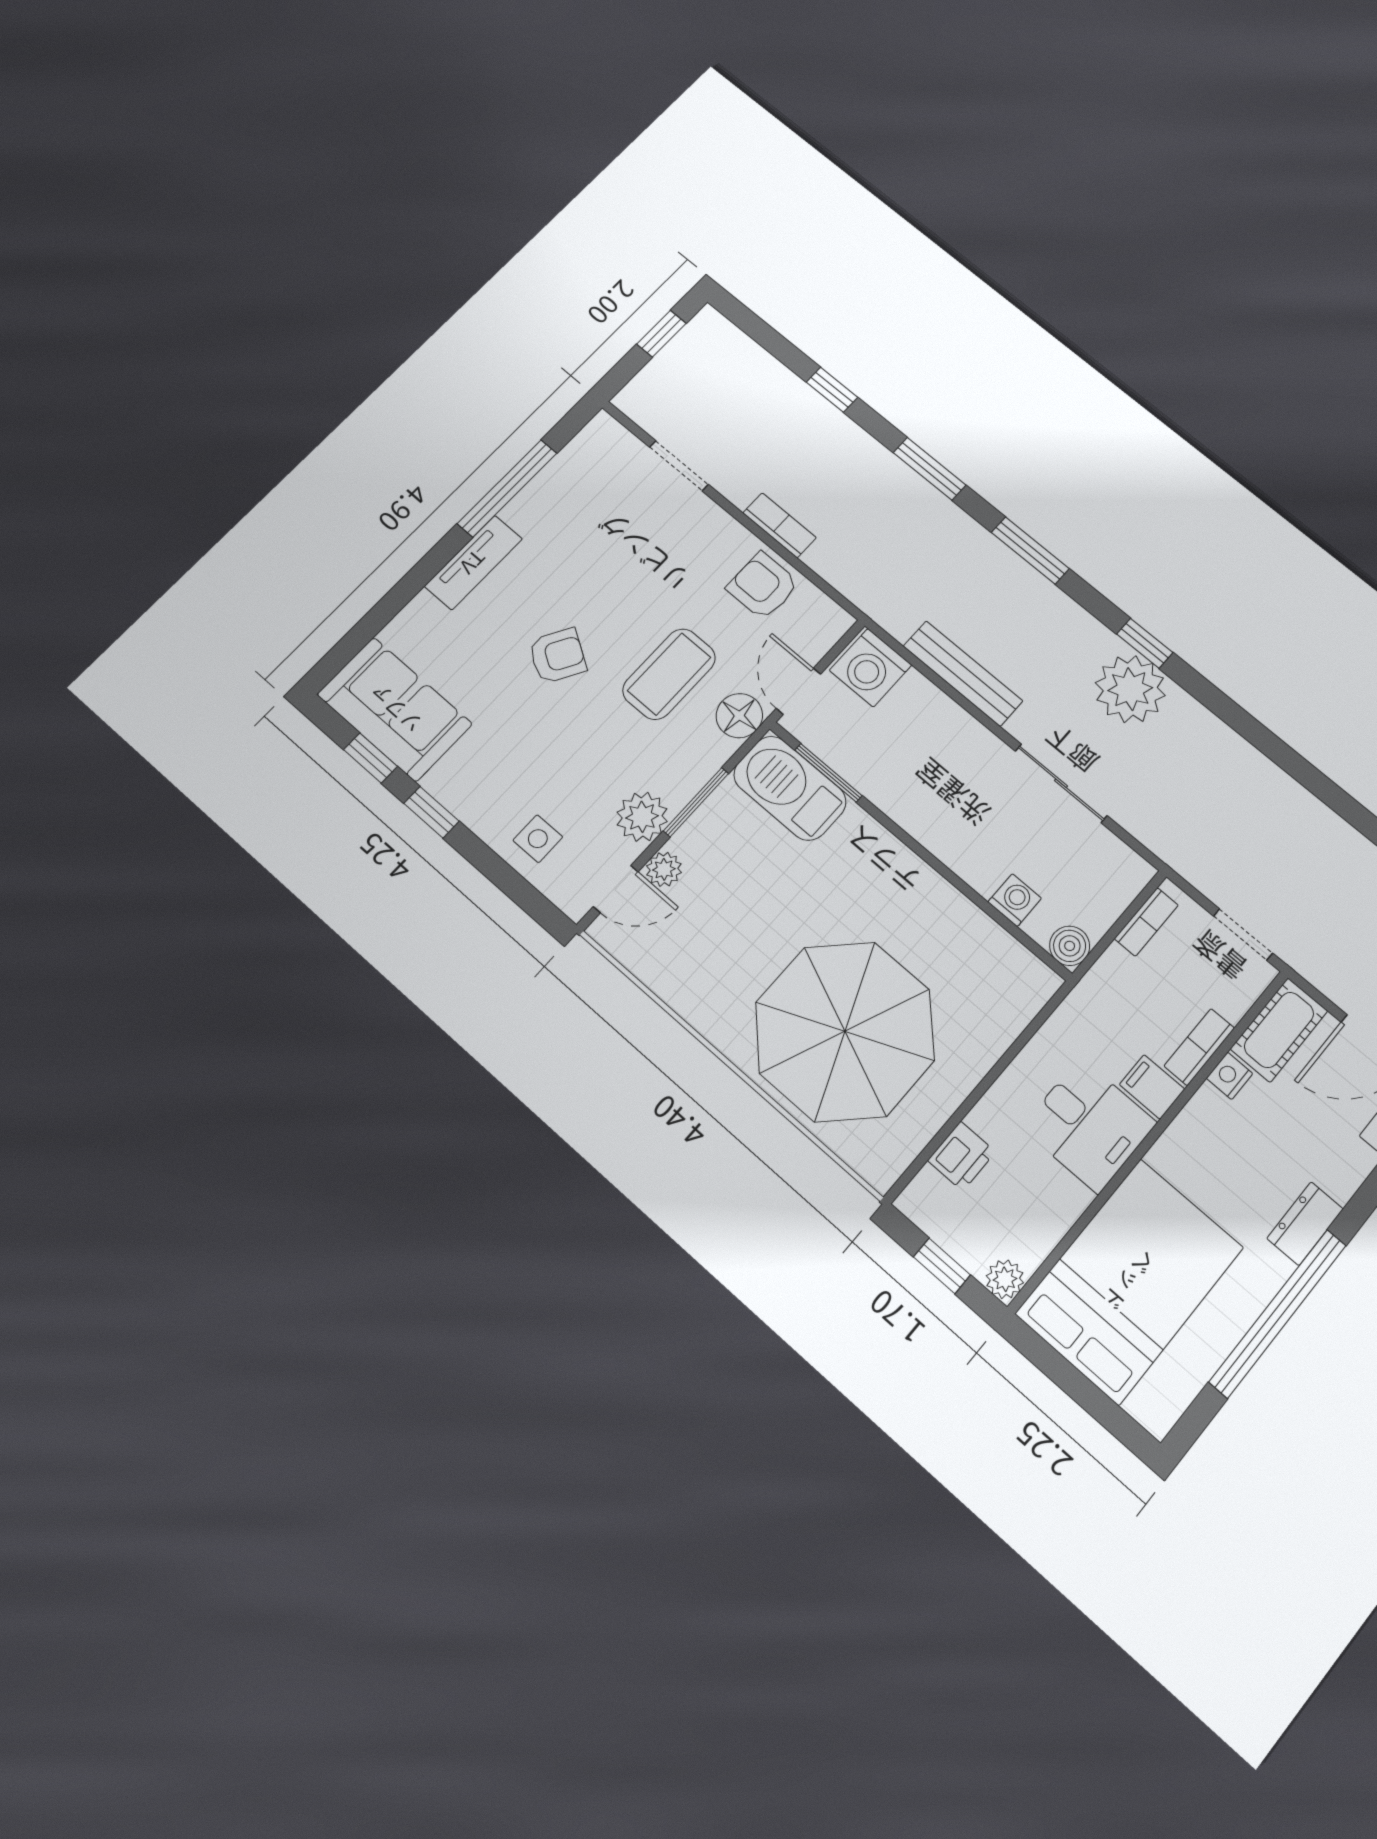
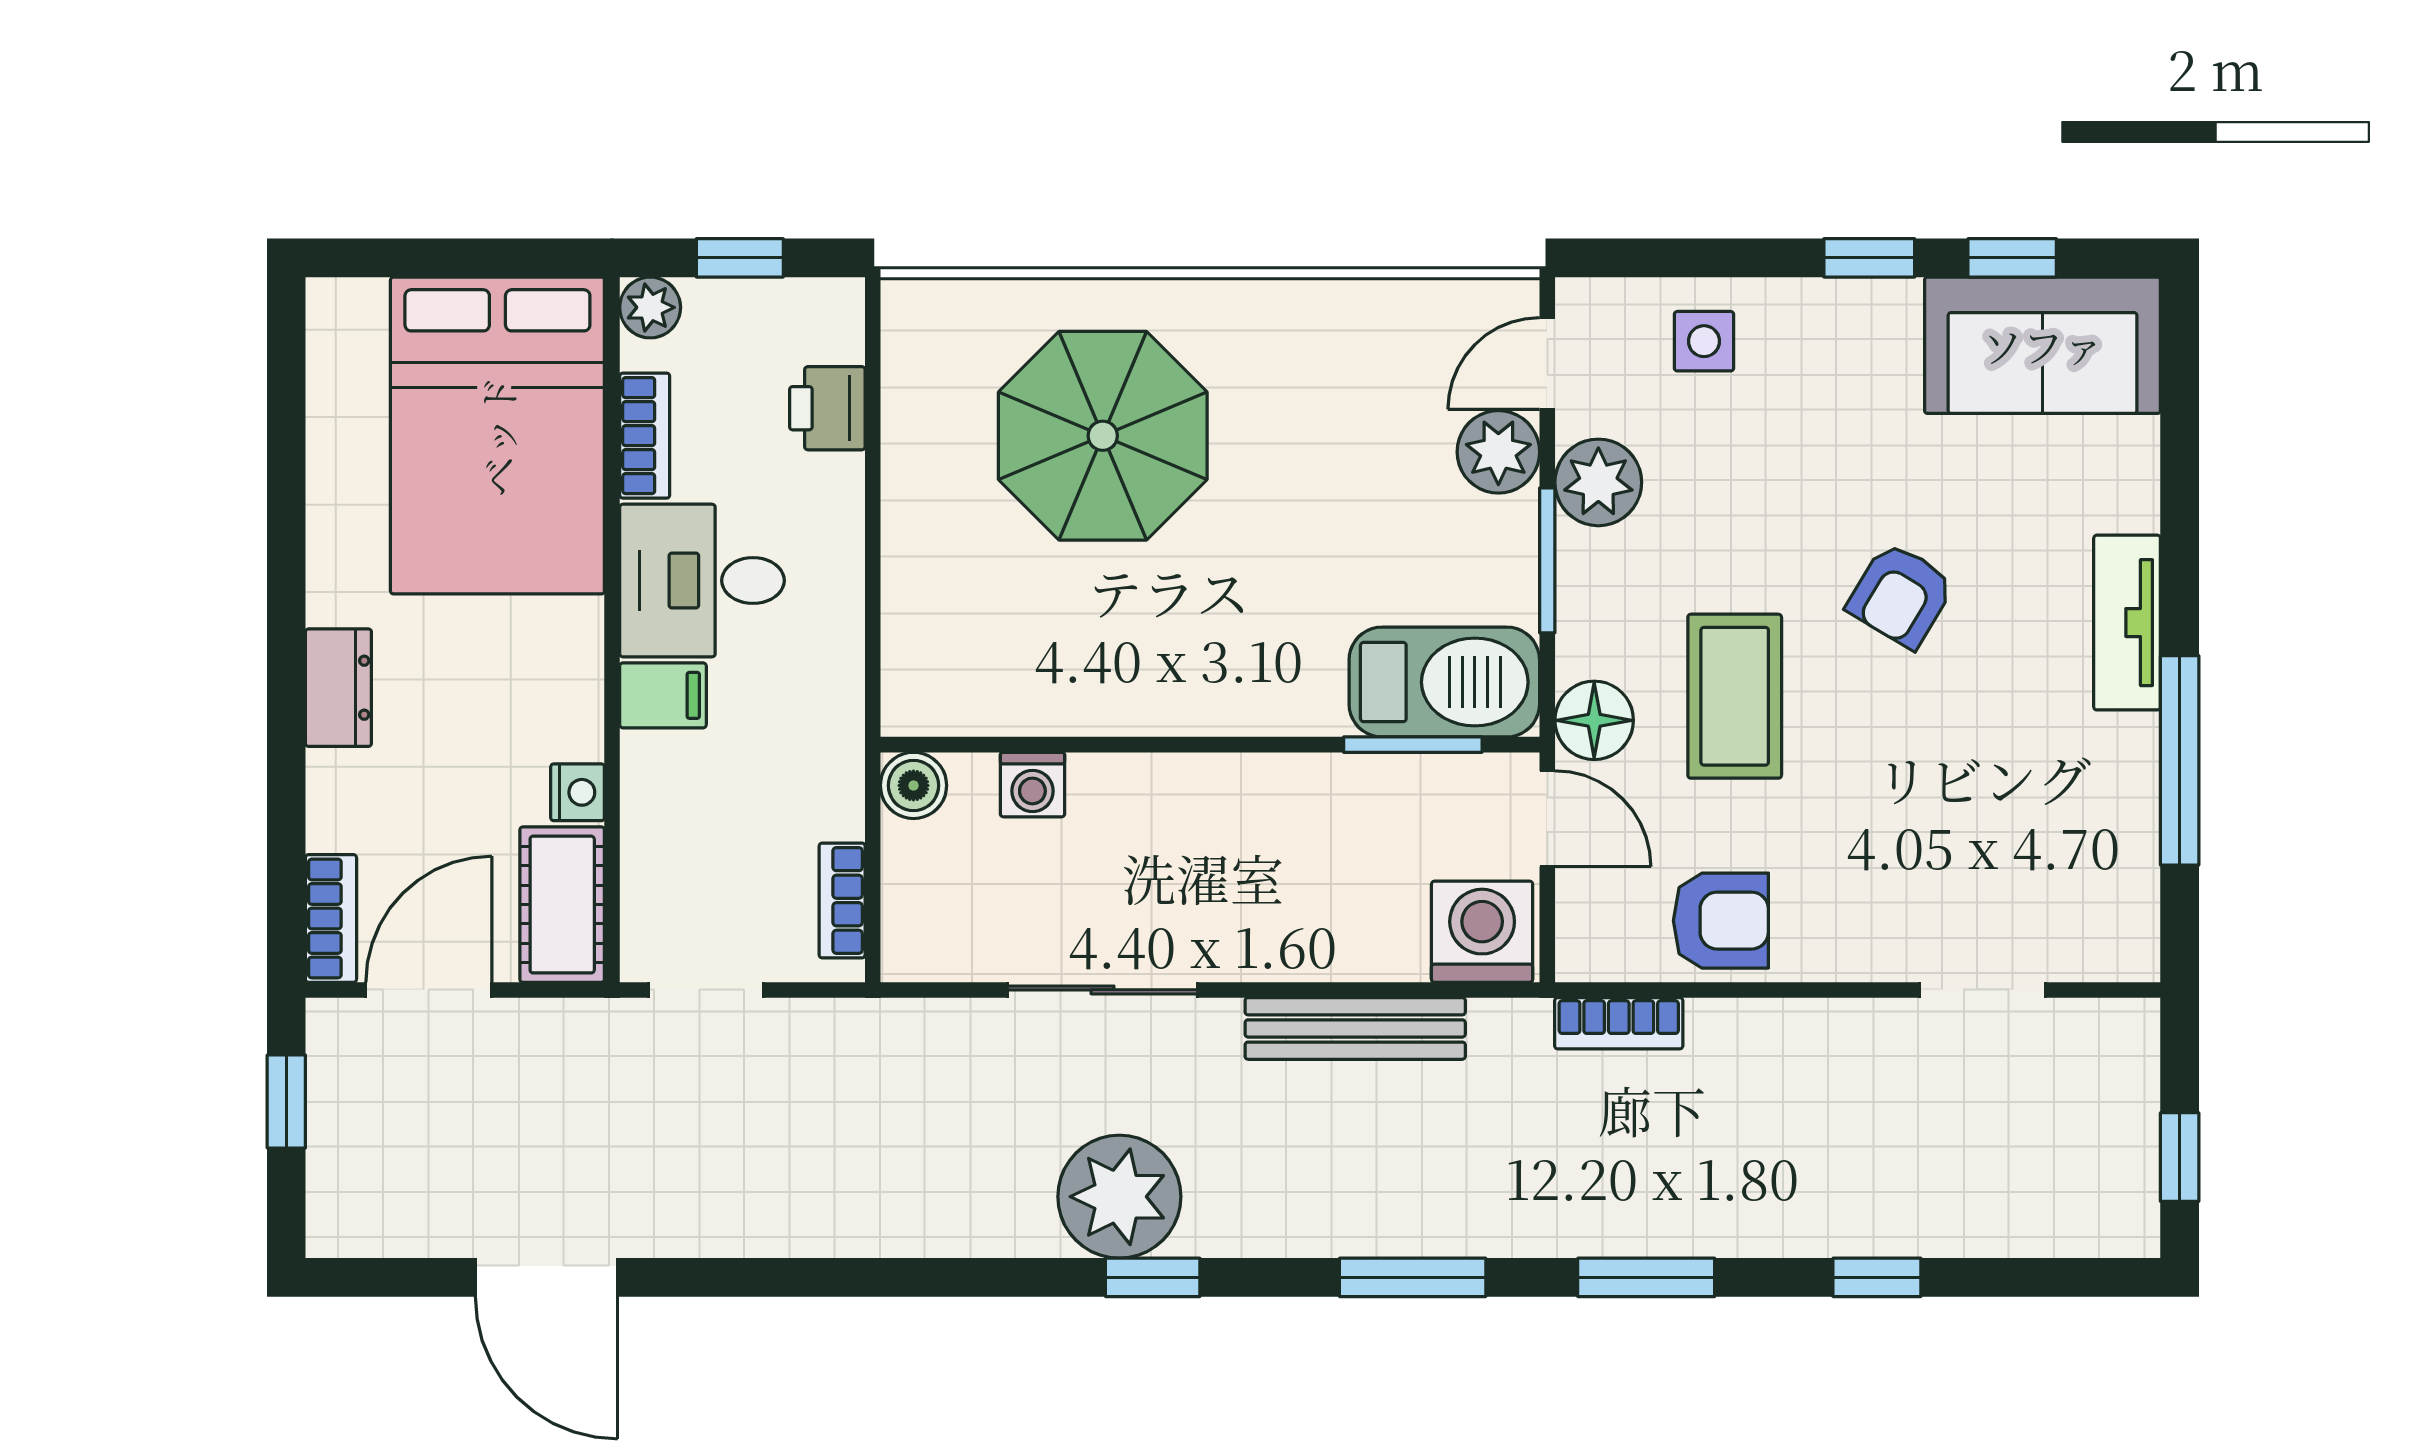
bookcase: (780, 525) -> (1619, 1023), moved
plant: (664, 869) -> (1498, 452), width x1.38, depth x1.38
parasol: (845, 1031) -> (1103, 436), width x0.73, depth x0.73
bookcase: (1199, 1047) -> (645, 436), moved
window: (1278, 1313) -> (286, 550), removed

